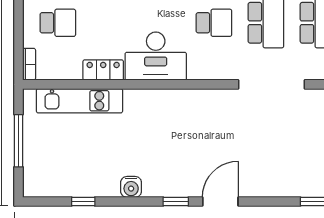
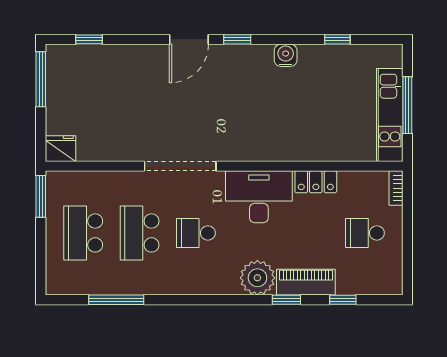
doorway: (272, 84) -> (180, 166), moved
kitchen unit: (79, 101) -> (390, 115), moved, turned -90

